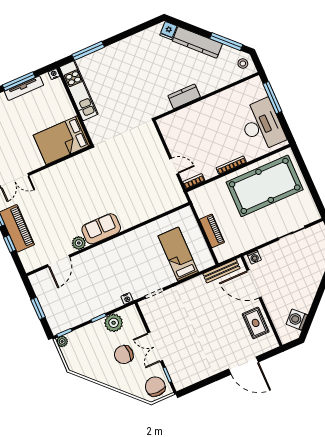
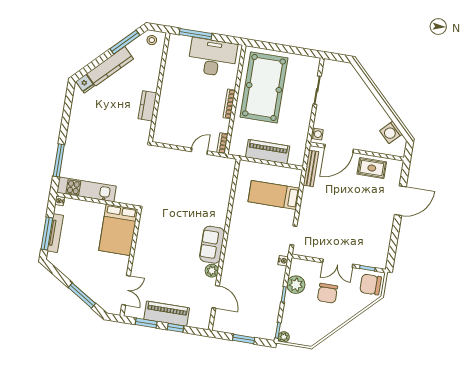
piano: (212, 231) -> (268, 152), width x1.37, depth x1.33

